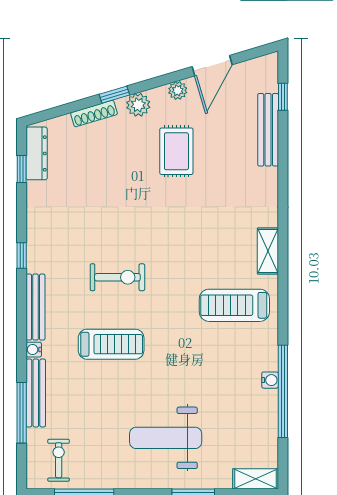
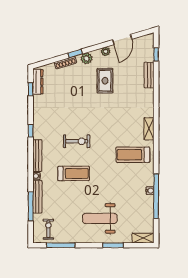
bench: (268, 130) -> (149, 75), width x0.73

